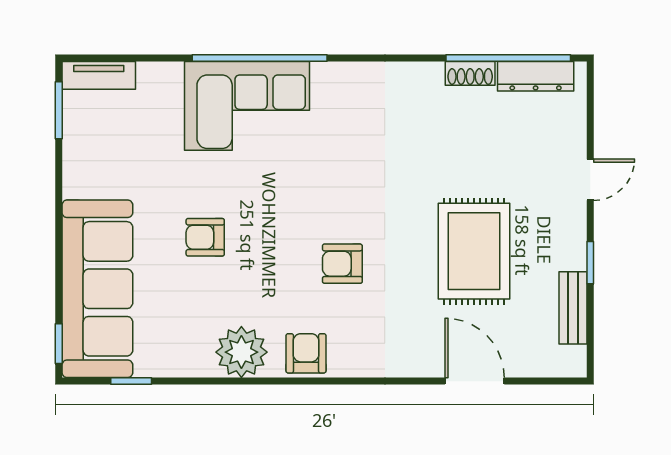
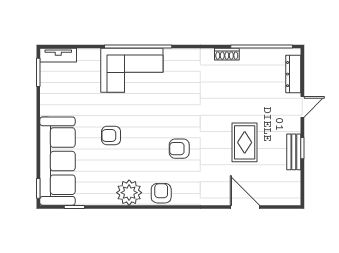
shoe rack: (470, 73) -> (227, 54), moved
dresser: (536, 76) -> (293, 74), moved, turned 90
rug: (474, 251) -> (245, 142), width x0.73, depth x0.70
bench: (573, 308) -> (294, 152), moved

